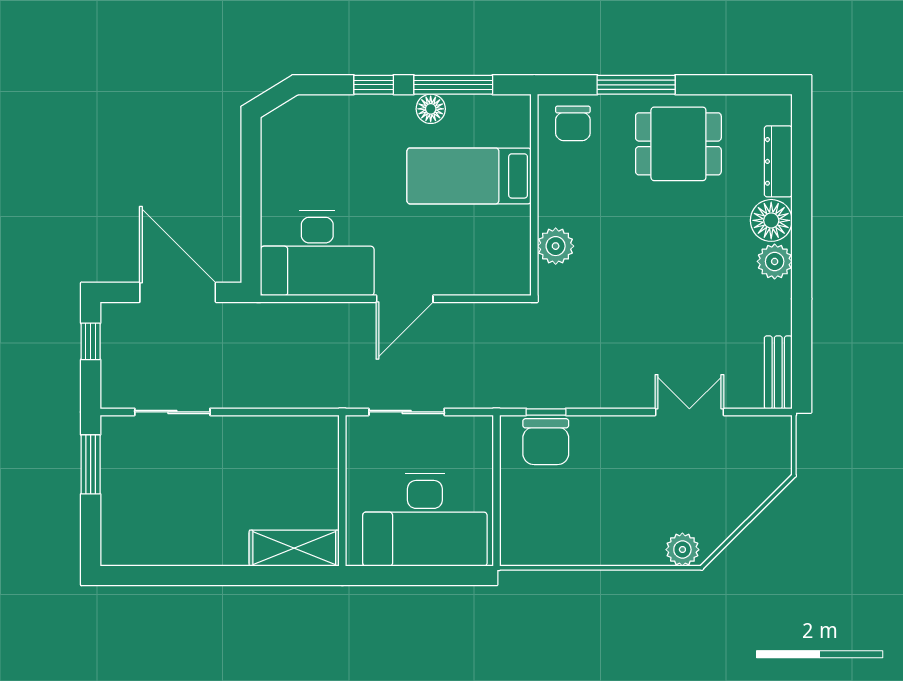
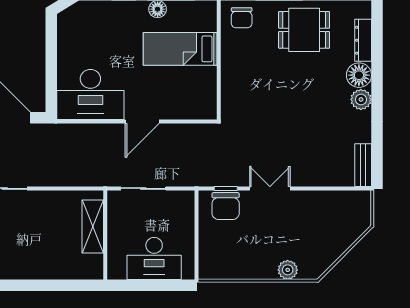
plant: (556, 246) -> (231, 90), removed
double door: (689, 412) -> (270, 188), moved
desk: (425, 520) -> (154, 258), width x0.73, depth x0.77
shelving: (294, 548) -> (93, 226), moved, turned 90
plant: (682, 550) -> (288, 270), moved

